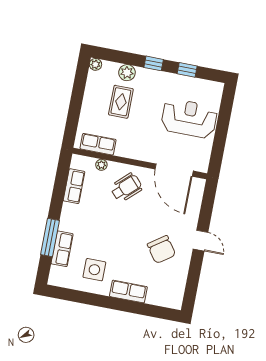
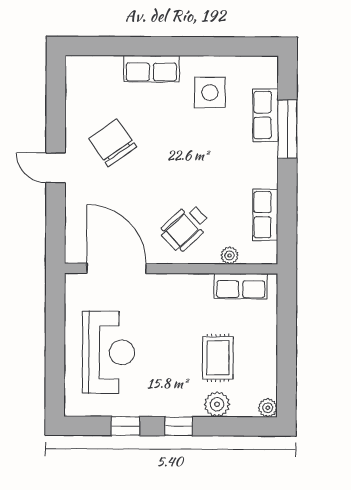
reception desk: (189, 118) -> (108, 352), turned -90

